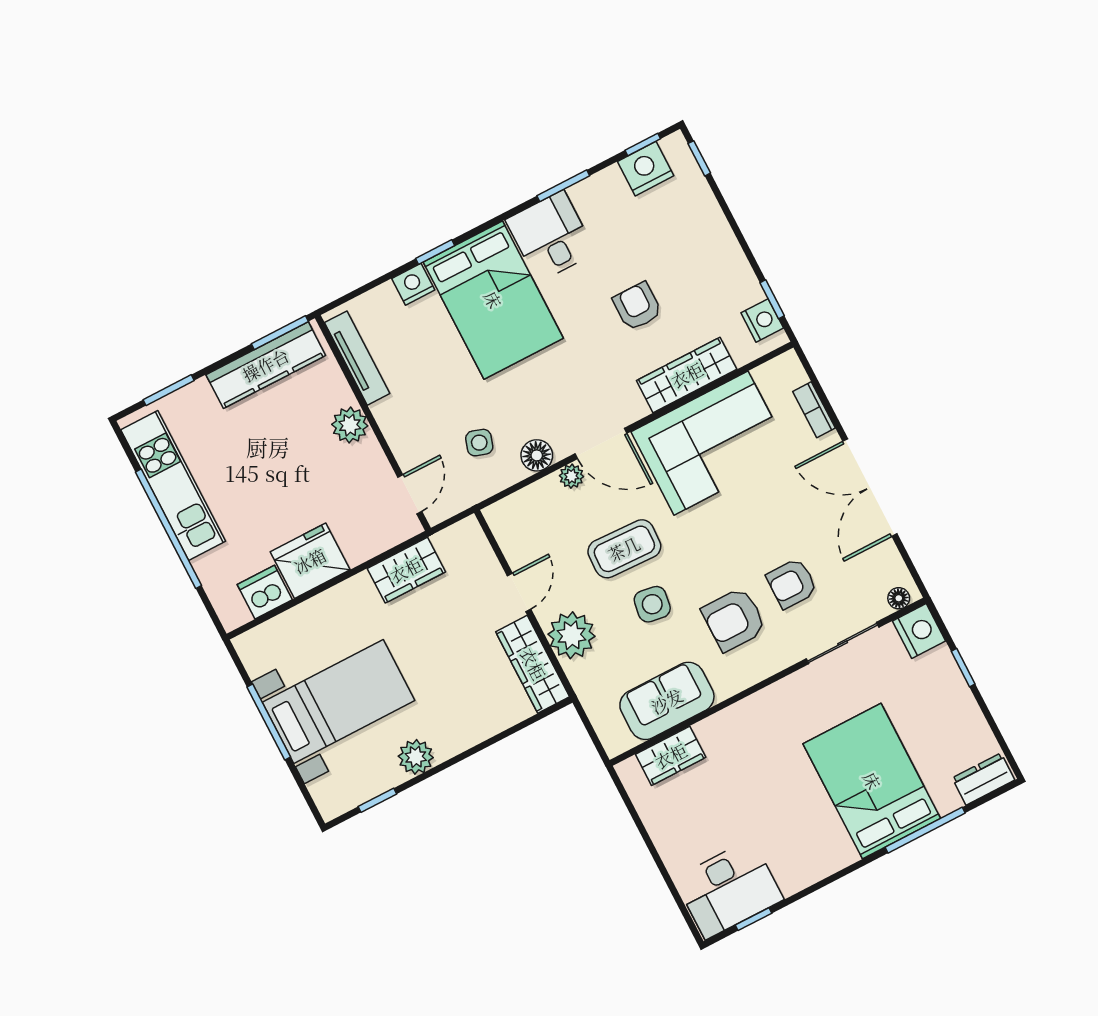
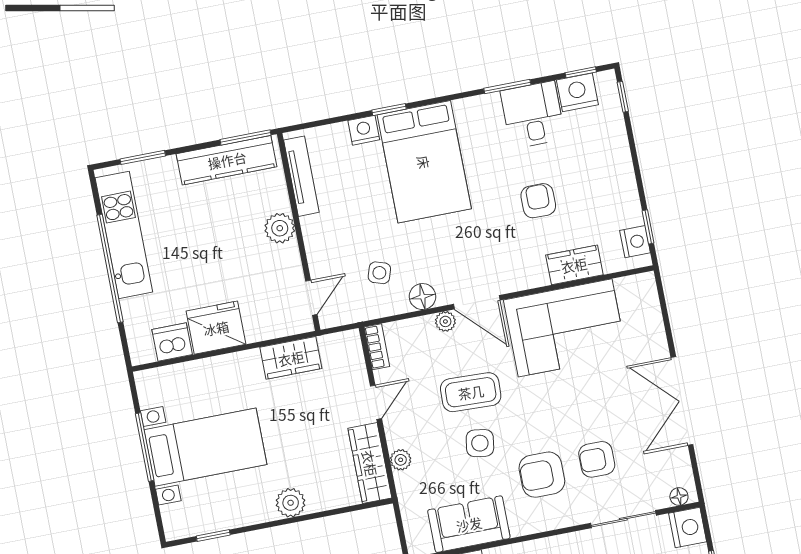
desk: (551, 236) -> (533, 115), moved
wardrobe: (687, 375) -> (574, 265), width x0.67
bookcase: (814, 410) -> (377, 347), moved, turned 180
plant: (572, 635) -> (401, 460), width x0.53, depth x0.53
plant: (416, 757) -> (291, 503), moved

